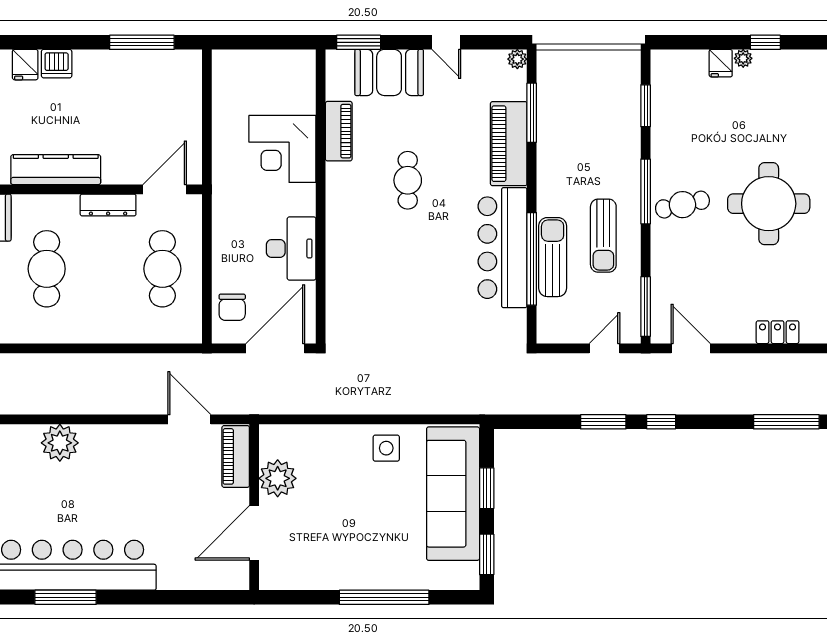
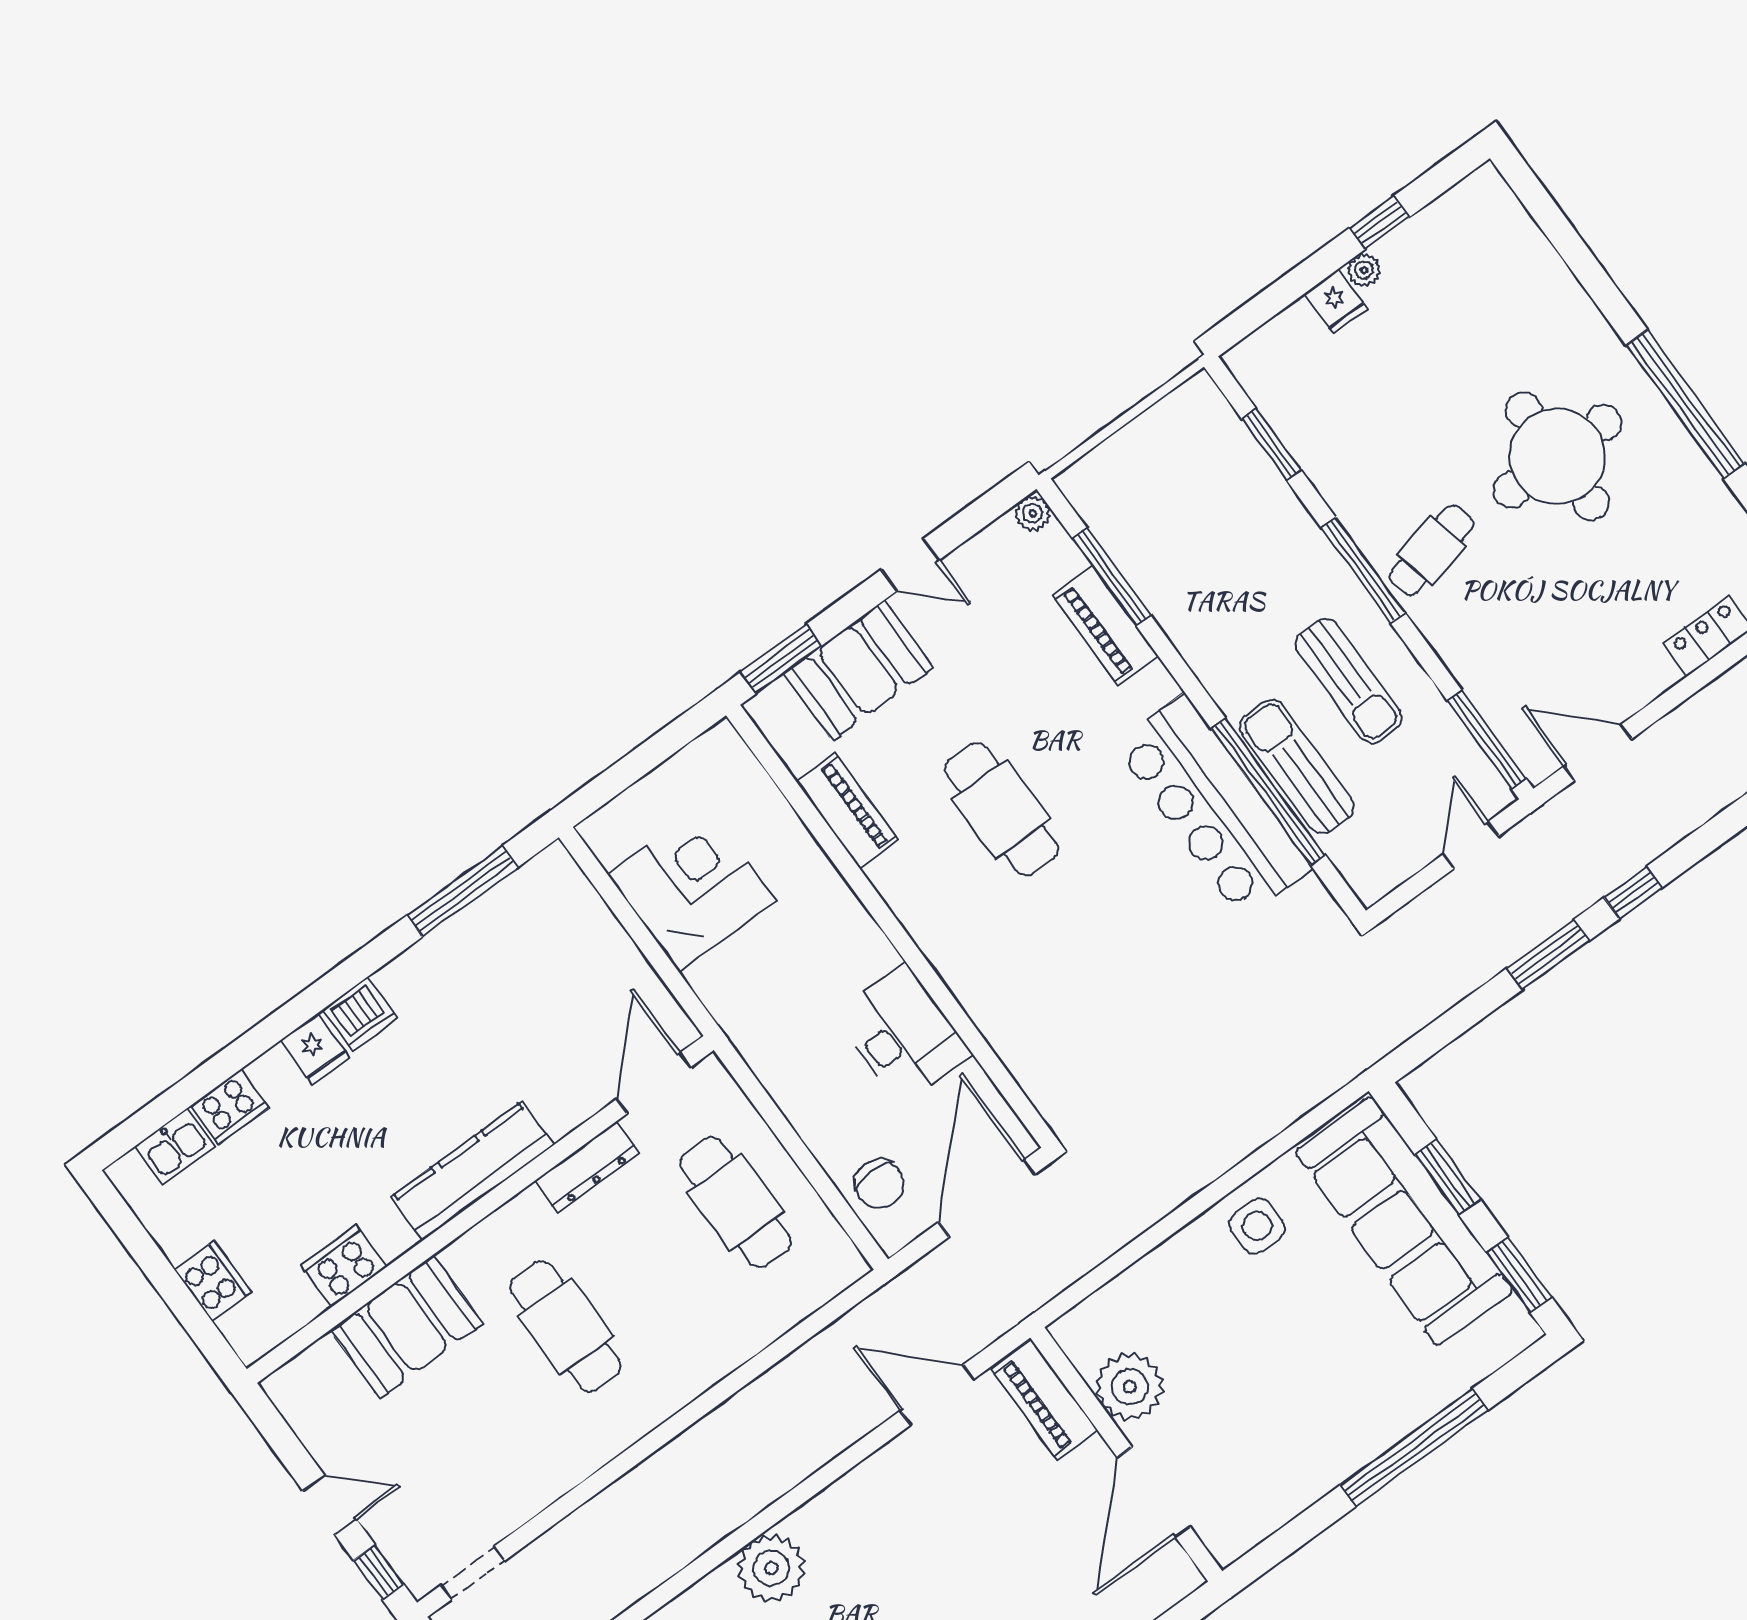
piano: (509, 144) -> (1105, 625), width x0.73, depth x0.75
corner desk: (282, 149) -> (692, 888), moved, turned 180
cafe table: (408, 180) -> (1001, 809), width x1.37, depth x1.35

